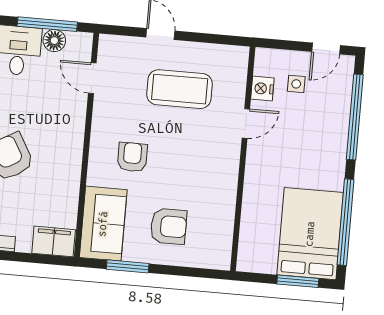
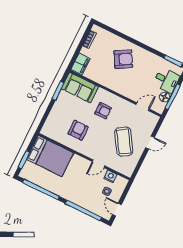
coffee table: (180, 89) -> (124, 142), turned -32
door: (246, 123) -> (99, 164), hinge flipped
armchair: (169, 226) -> (78, 130), moved, turned 180
bed: (310, 234) -> (50, 156), moved

